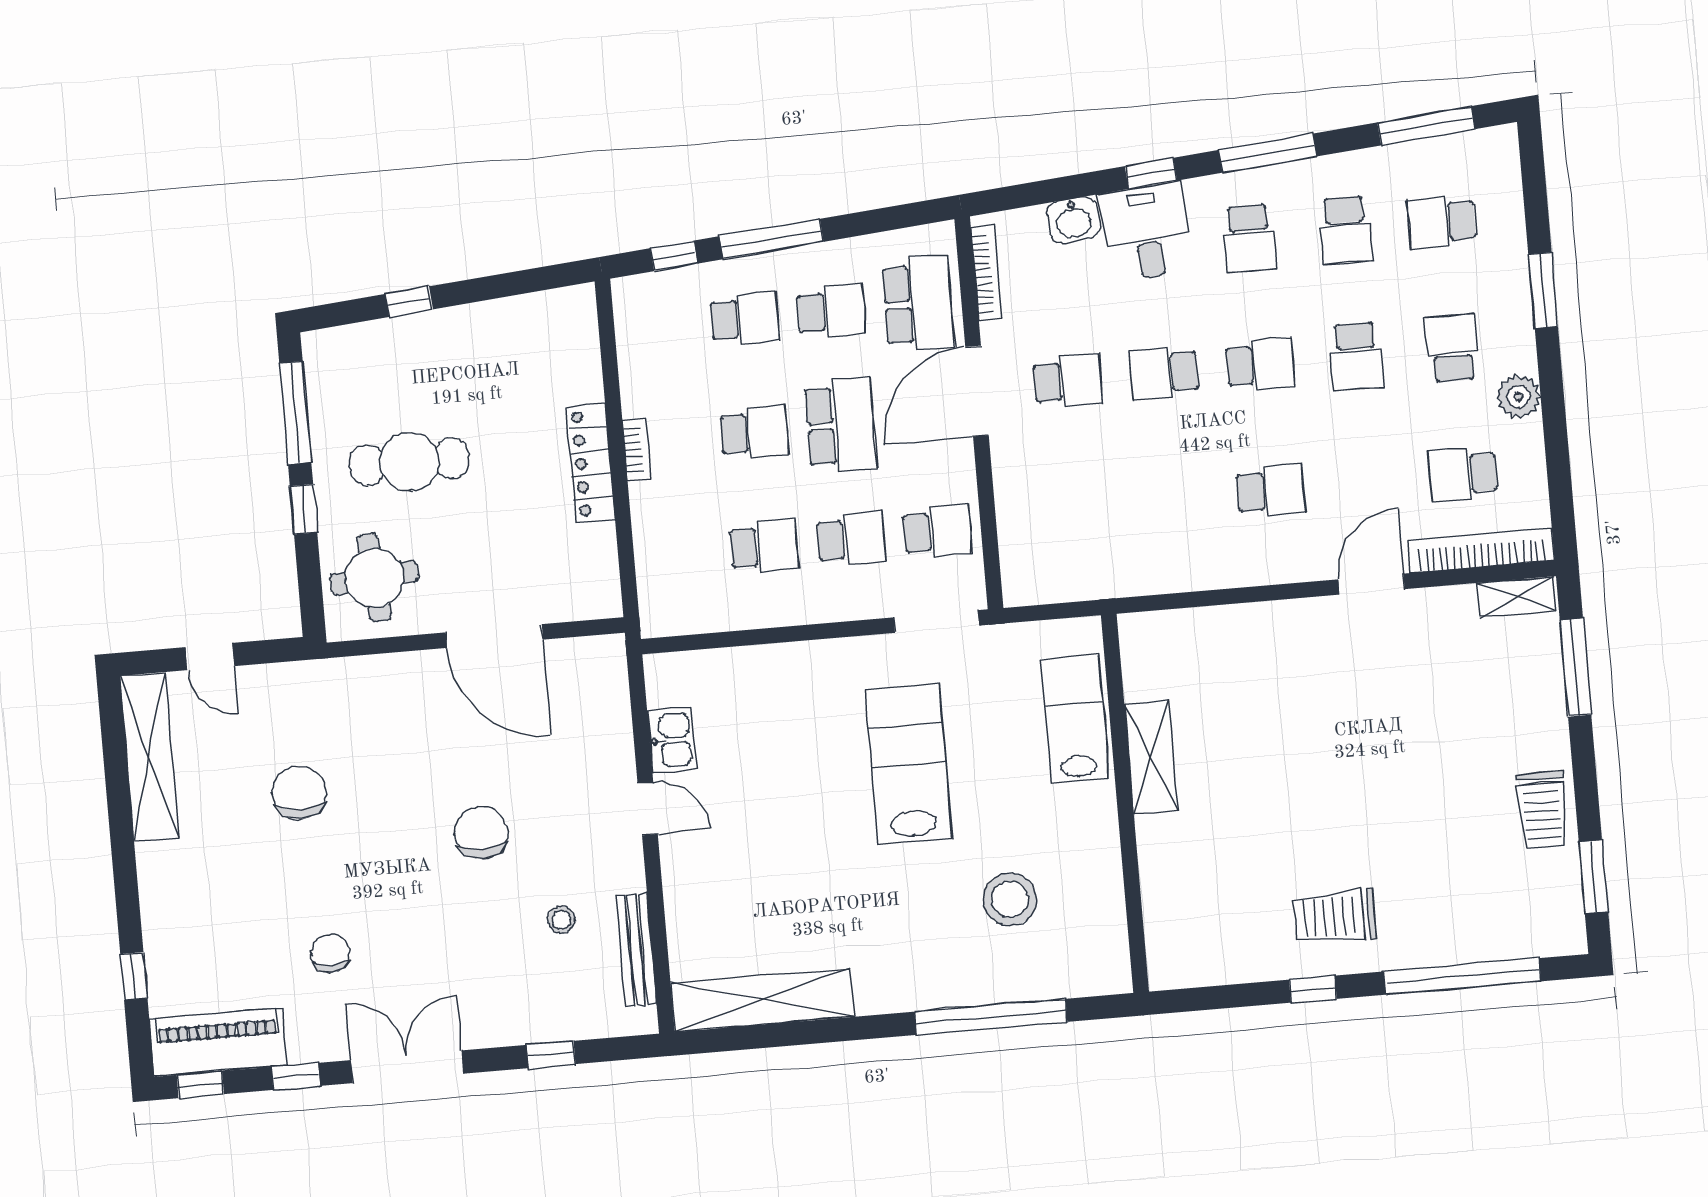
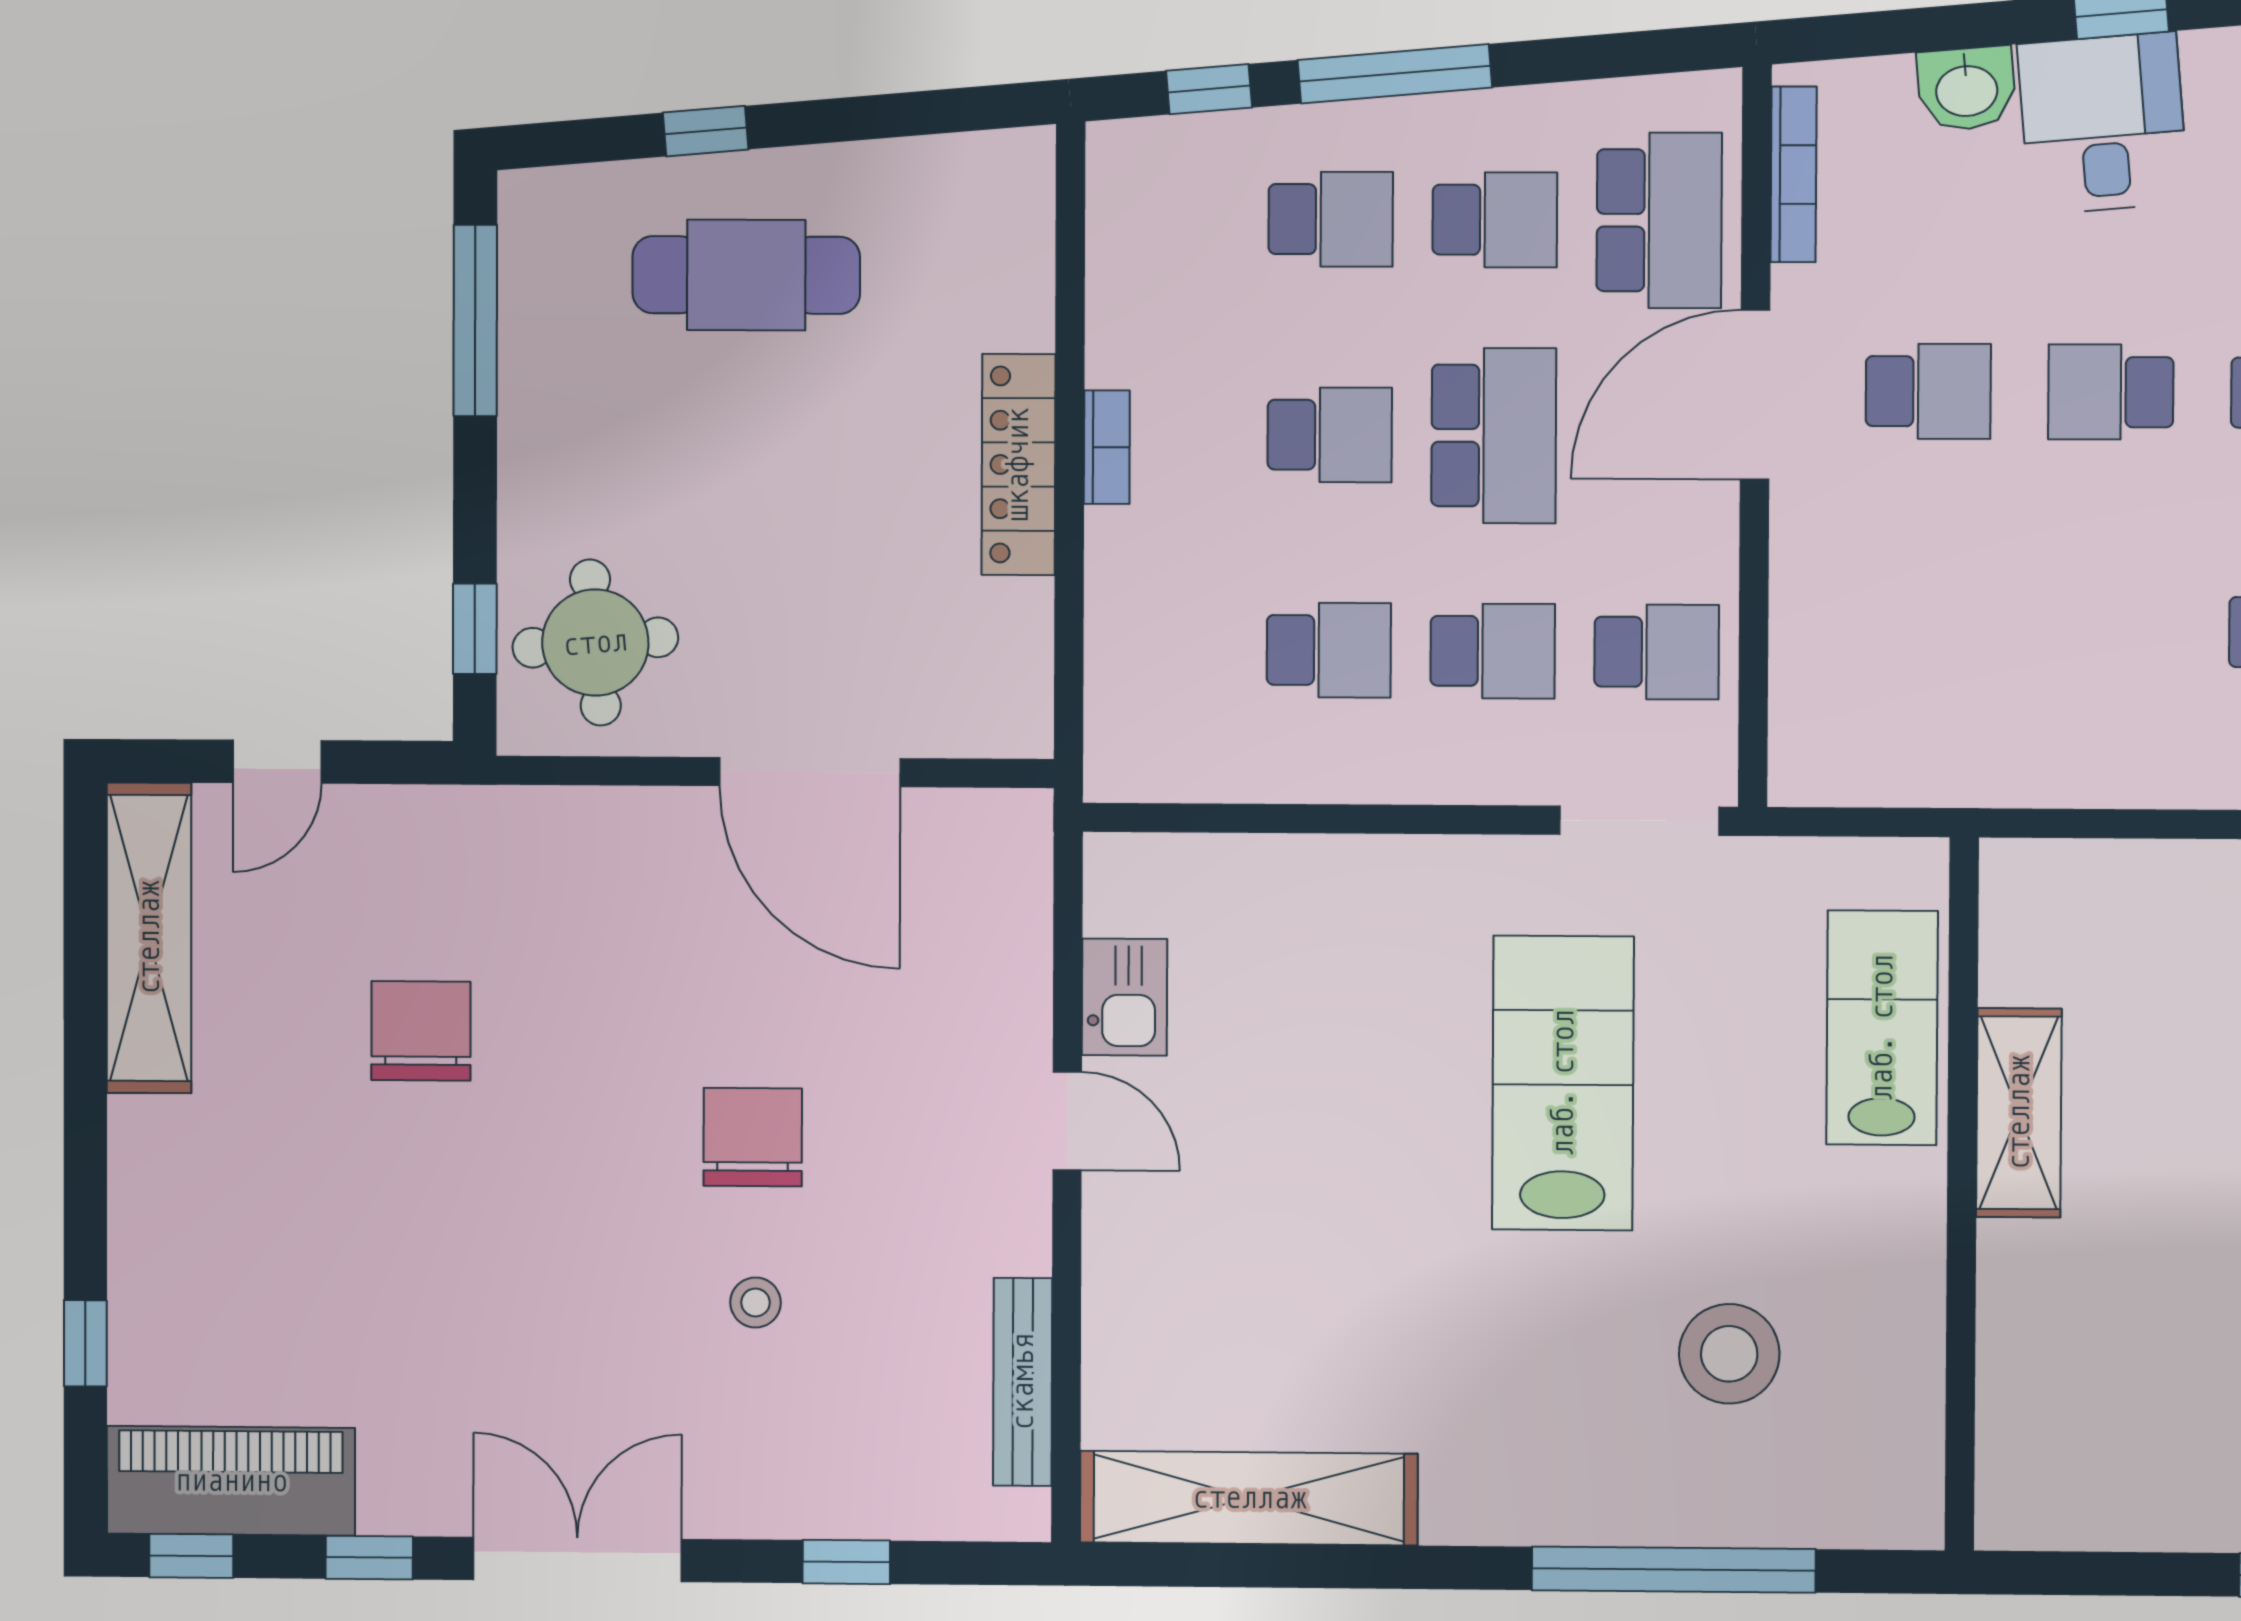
cafe table: (409, 462) -> (746, 275), moved
window: (304, 509) -> (475, 629), moved
door: (210, 657) -> (277, 762), hinge flipped
stool: (561, 920) -> (755, 1303), moved
chair: (330, 953) -> (453, 1335), removed

